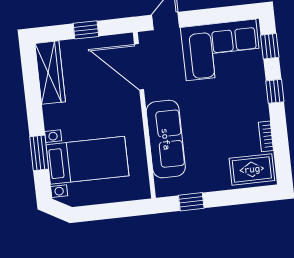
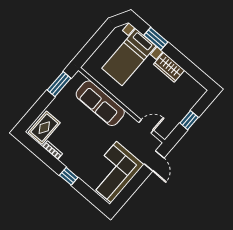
window: (270, 46) -> (92, 196), removed
door: (139, 67) -> (146, 126), width x0.53
wardrobe: (50, 73) -> (169, 67), moved, width x0.67
window: (191, 202) -> (59, 84), width x1.50

